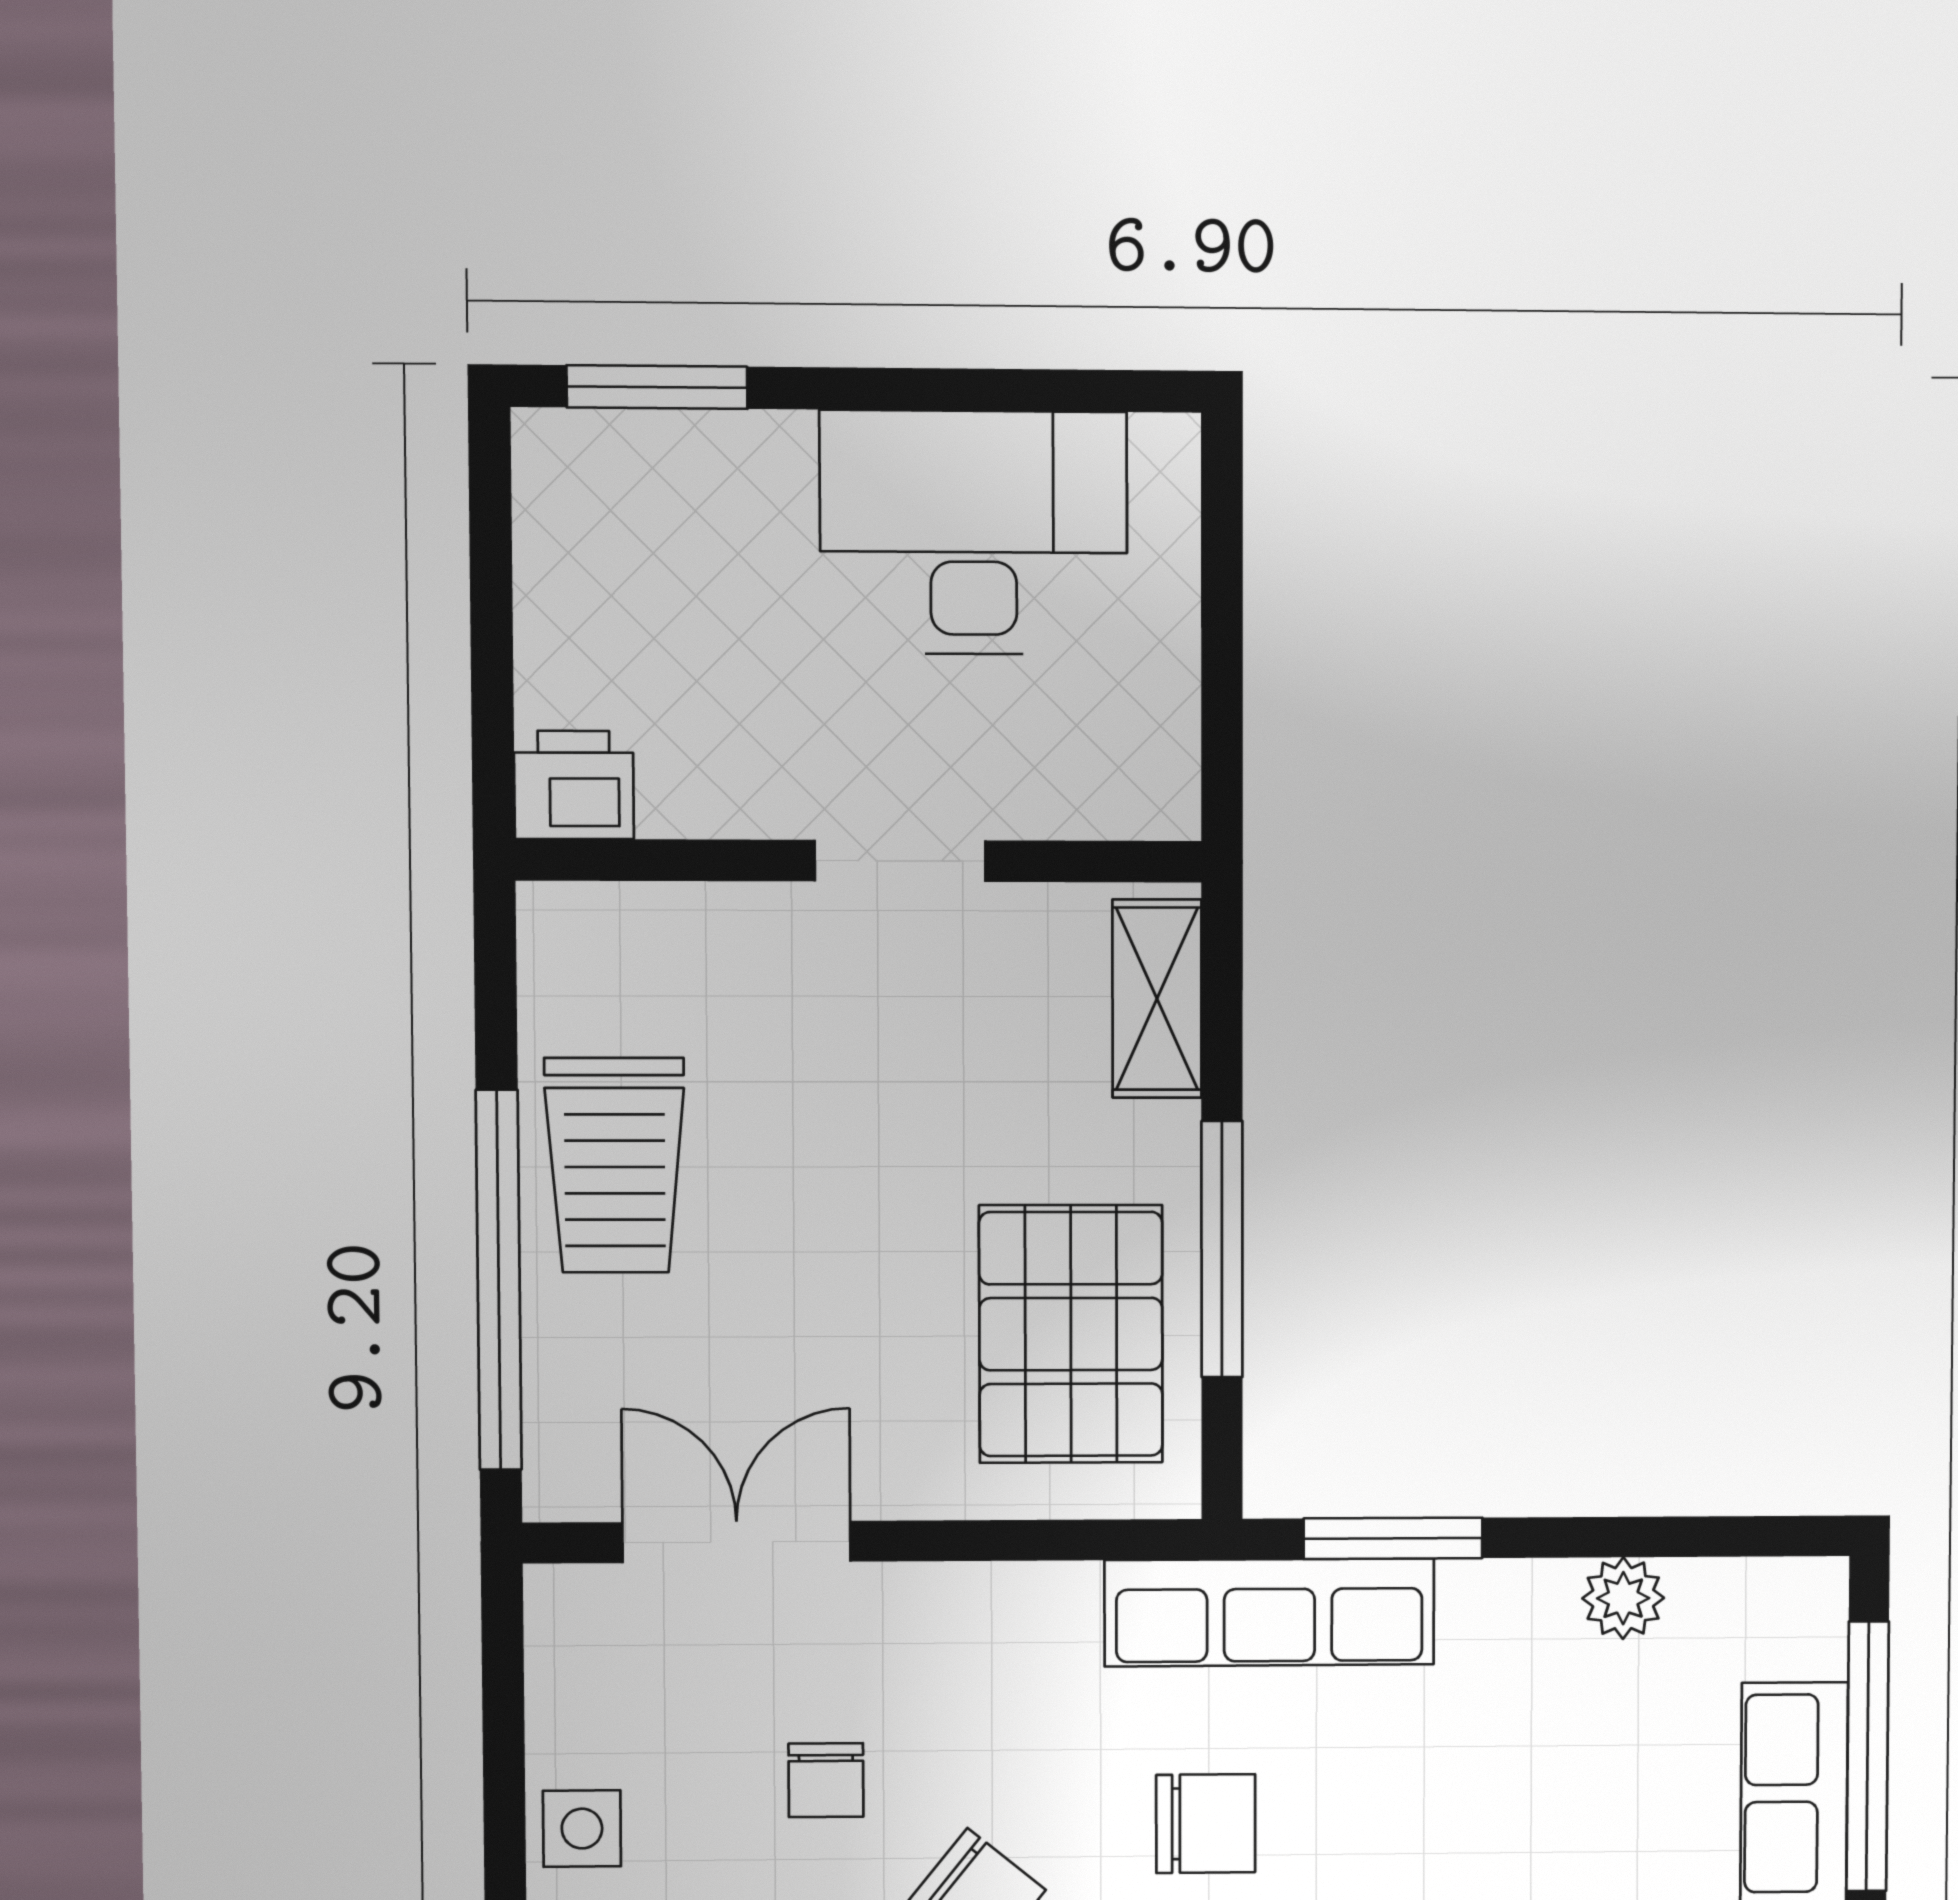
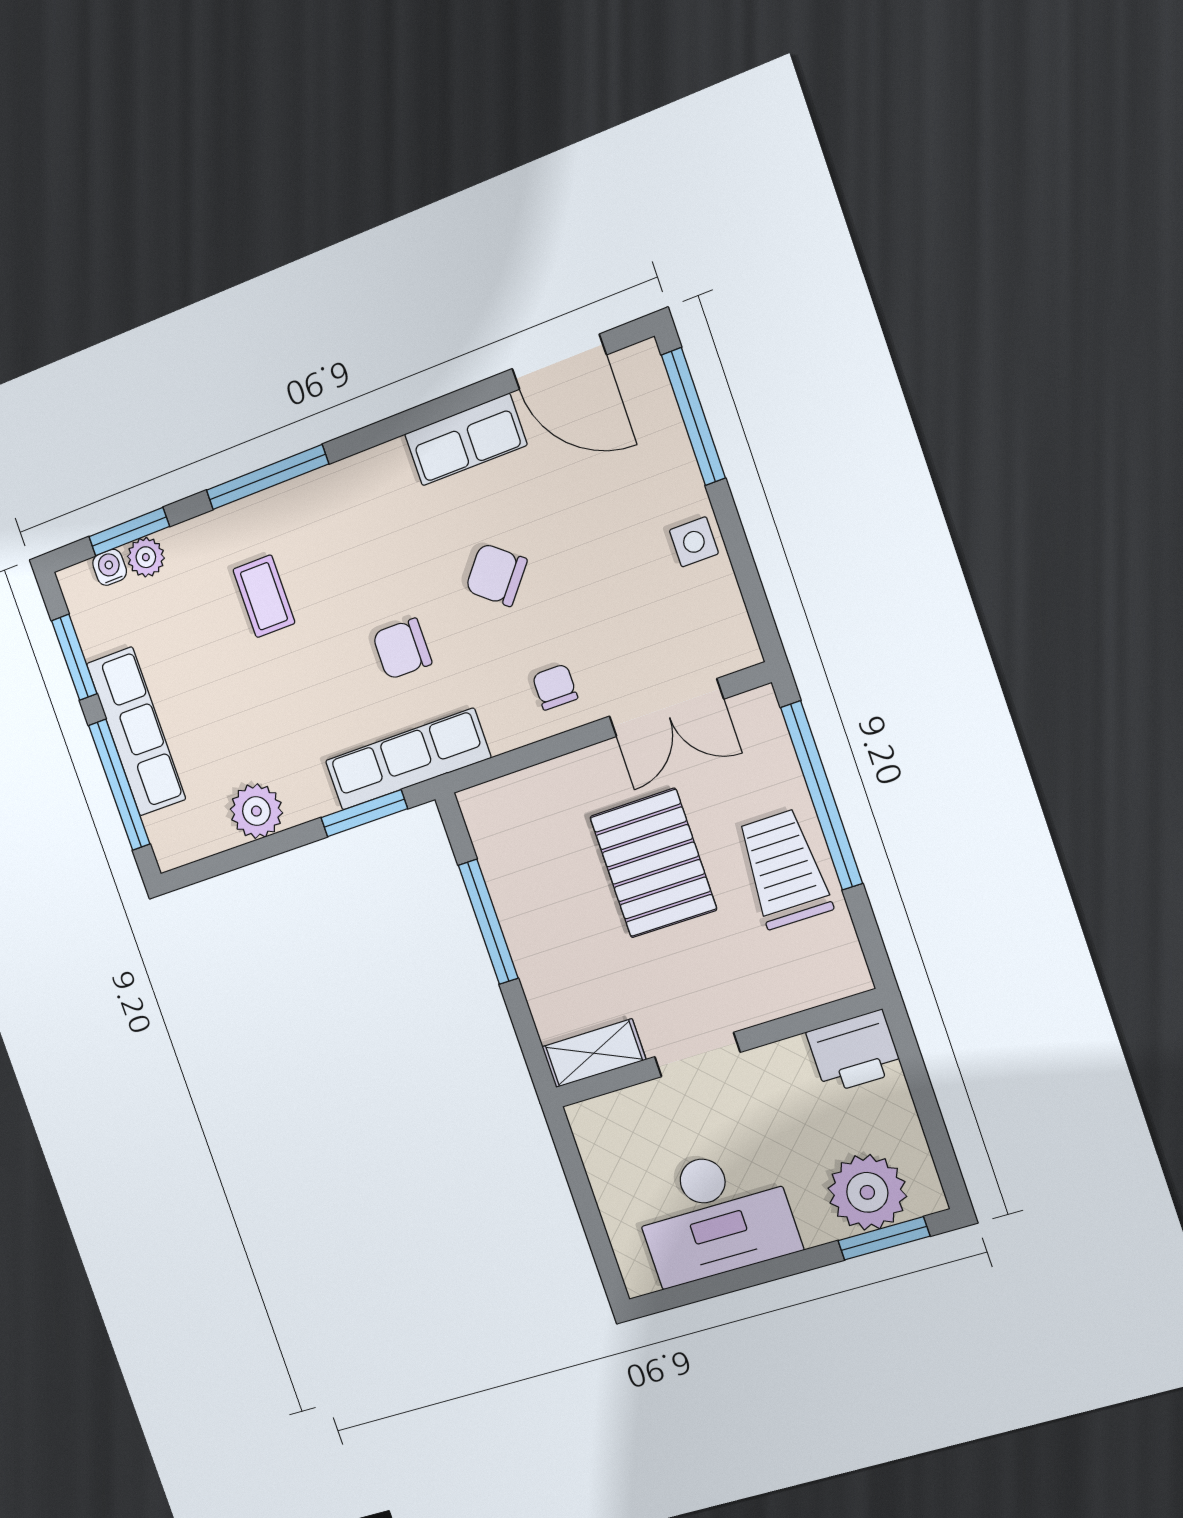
plant: (660, 488) -> (867, 1192), added
printer: (574, 785) -> (854, 1052), width x1.36, depth x1.24
shelving: (1157, 999) -> (594, 1053), moved, turned 90
pallet: (1071, 1334) -> (653, 863), moved
plant: (1623, 1598) -> (256, 811), width x1.38, depth x1.38
chair: (826, 1780) -> (555, 687), moved

